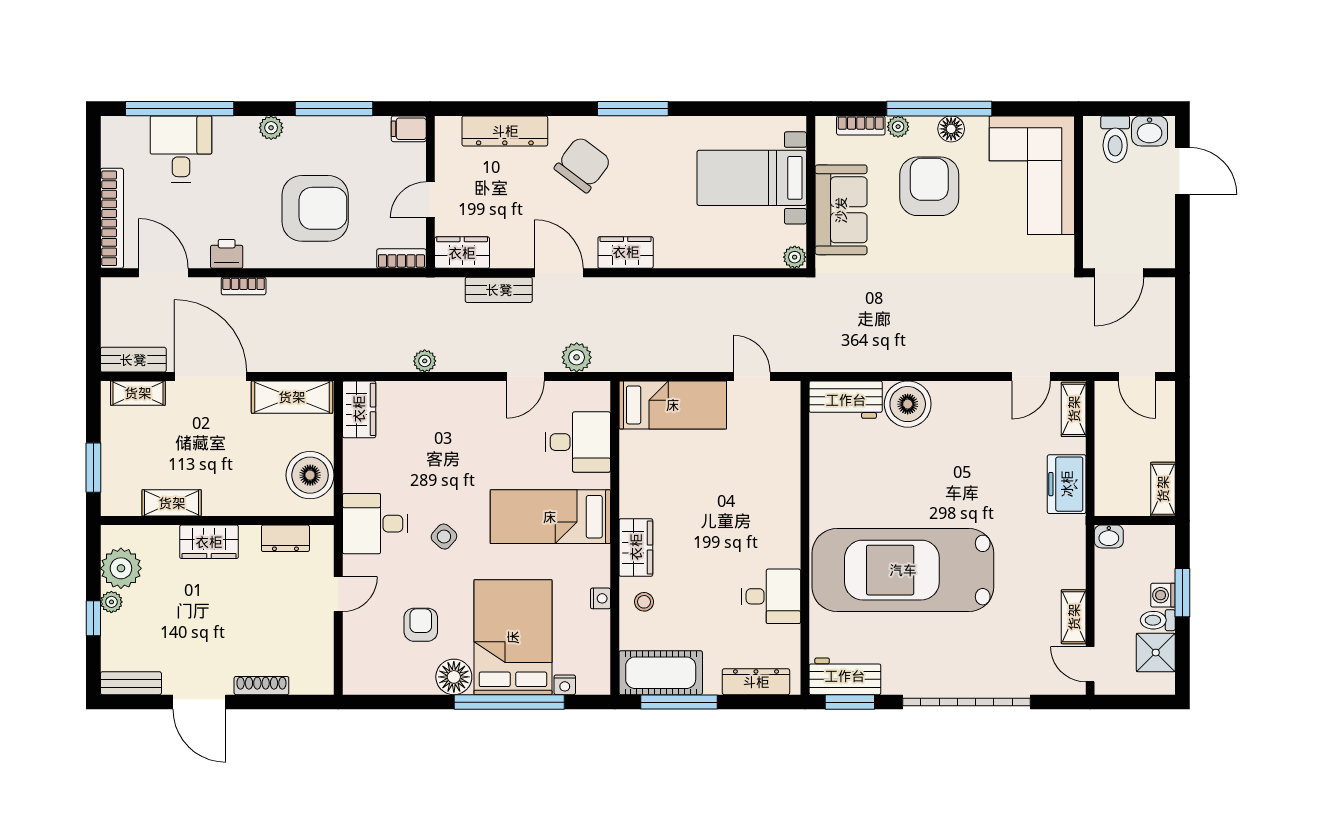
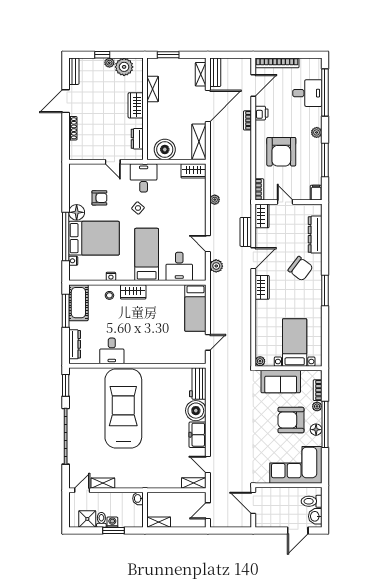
armchair: (929, 186) -> (291, 420), turned 180
freezer: (1067, 484) -> (198, 435), moved, turned -90
workbench: (845, 676) -> (77, 383), removed

